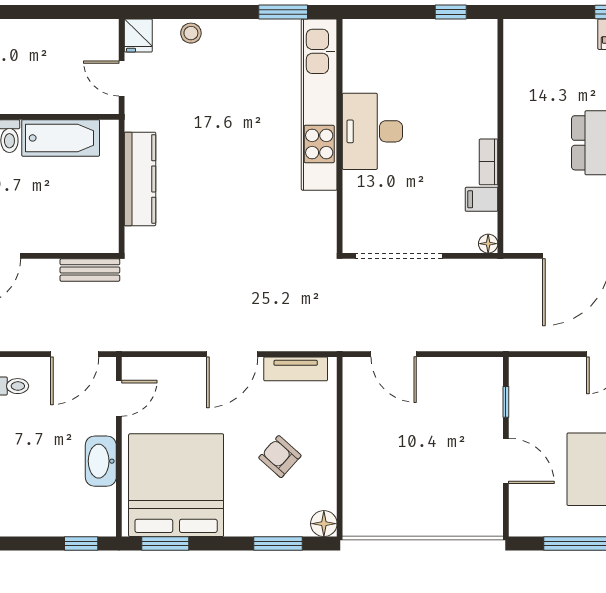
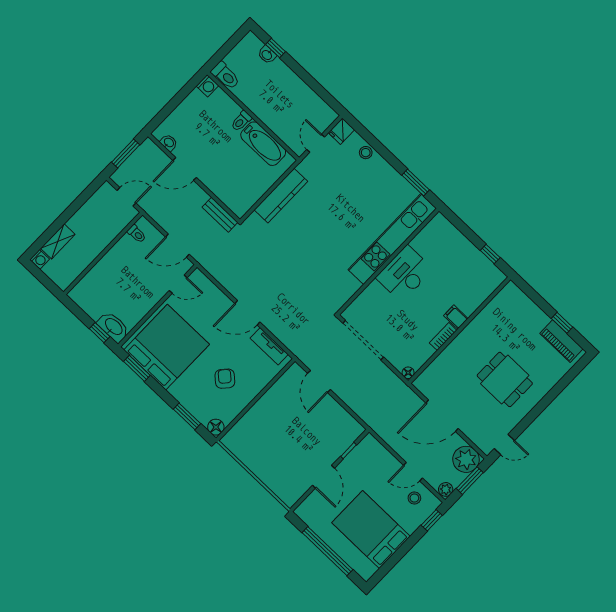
filing cabinet: (482, 199) -> (456, 317), moved
washbasin: (101, 461) -> (113, 327), moved, turned 90

